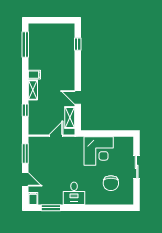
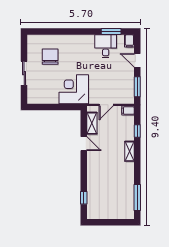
filing cabinet: (34, 75) -> (128, 111), moved
corner desk: (99, 151) -> (74, 89), moved
desk: (74, 193) -> (106, 46), moved

